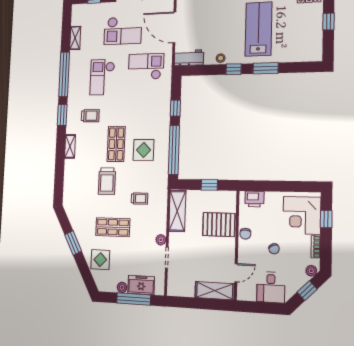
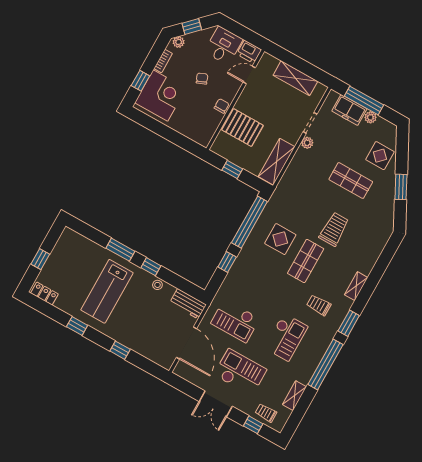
trolley: (139, 199) -> (266, 413), moved
printer: (254, 199) -> (249, 52), moved, turned 180
shelving: (215, 291) -> (295, 78), moved

